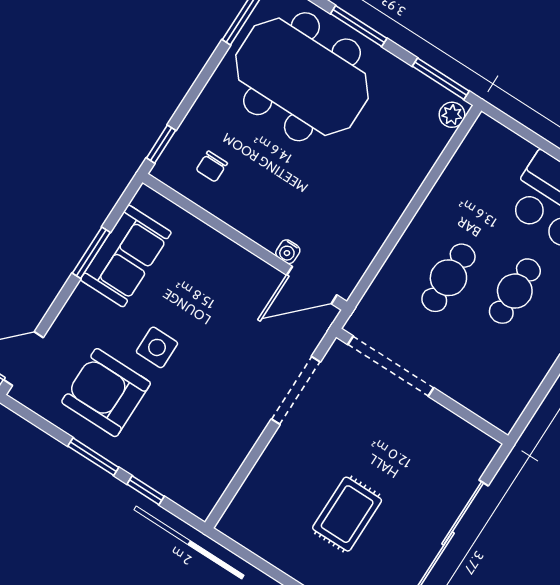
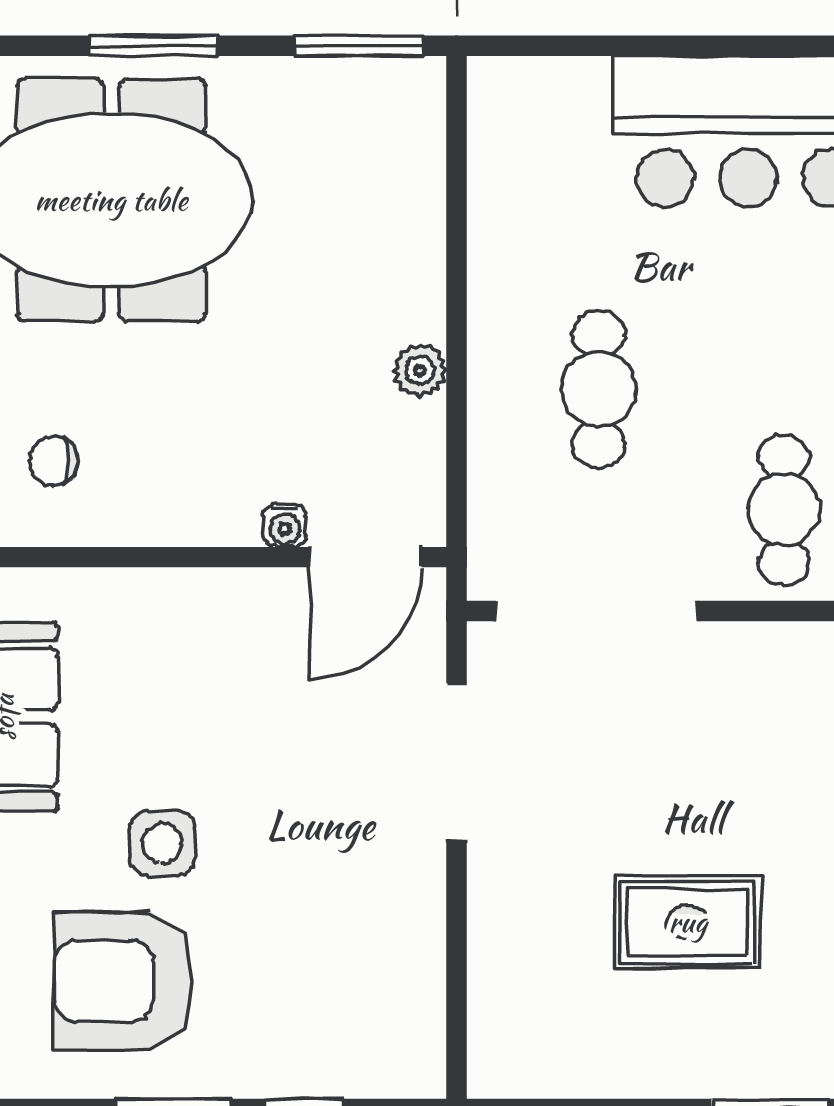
plant: (452, 115) -> (420, 371), moved
chair: (212, 166) -> (54, 461), turned 90
cafe table: (515, 291) -> (784, 510), moved
rug: (347, 514) -> (688, 922), turned 90

